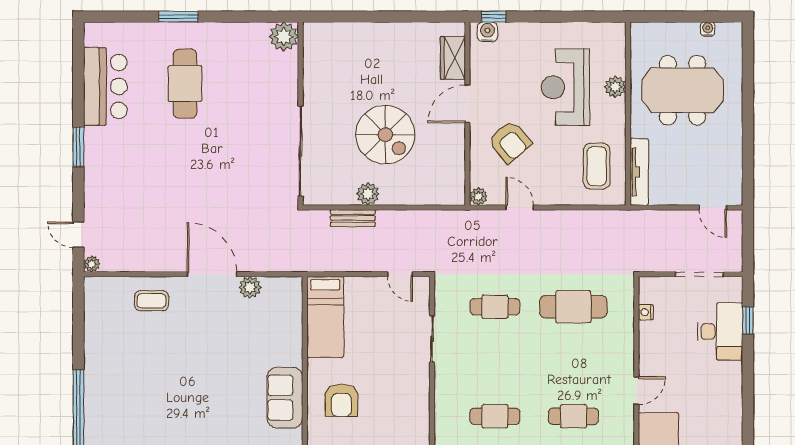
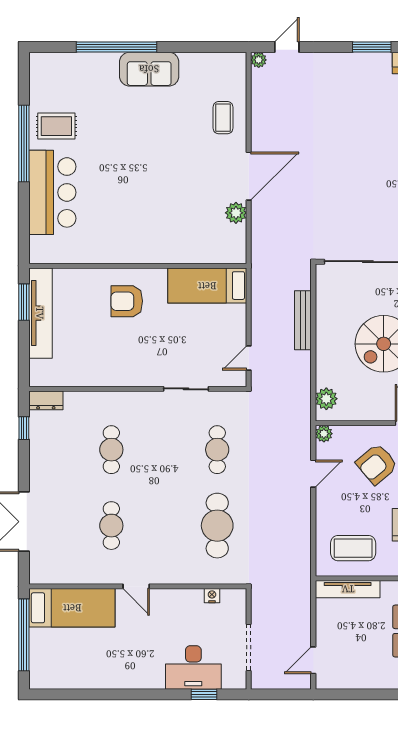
plant: (368, 194) -> (326, 399), moved
bench: (353, 218) -> (303, 320), width x1.36
sofa: (285, 398) -> (149, 69), moved, turned 180

